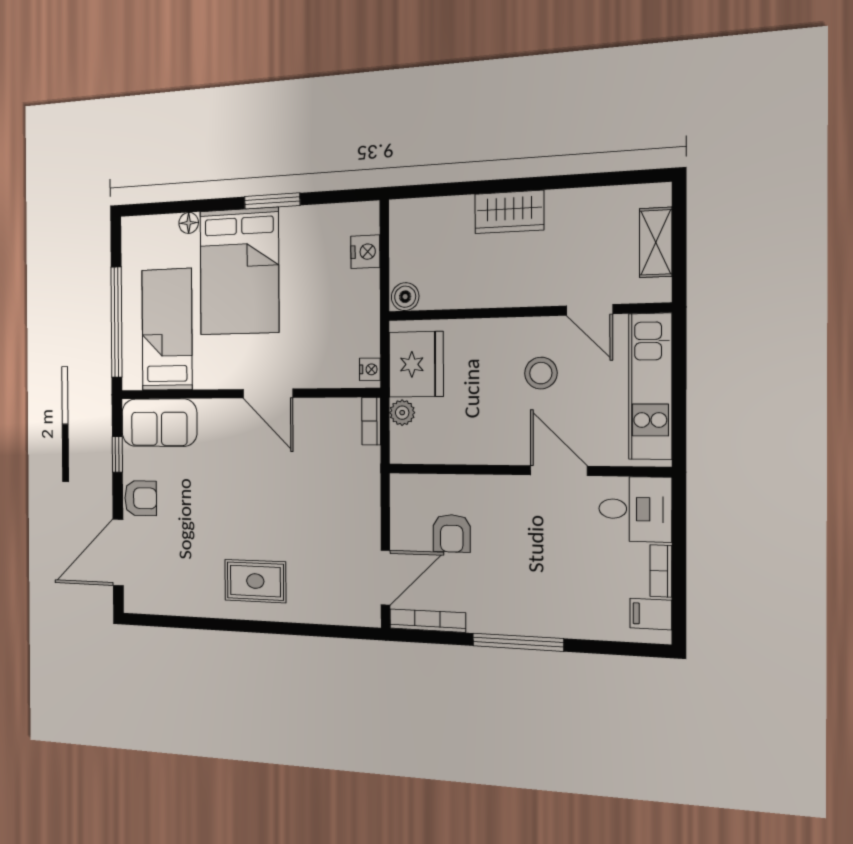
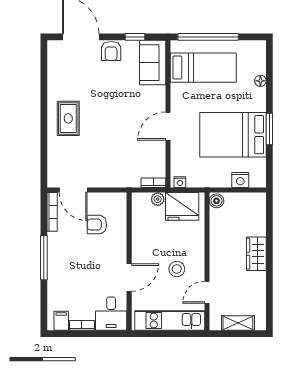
bed: (239, 271) -> (233, 135), moved

